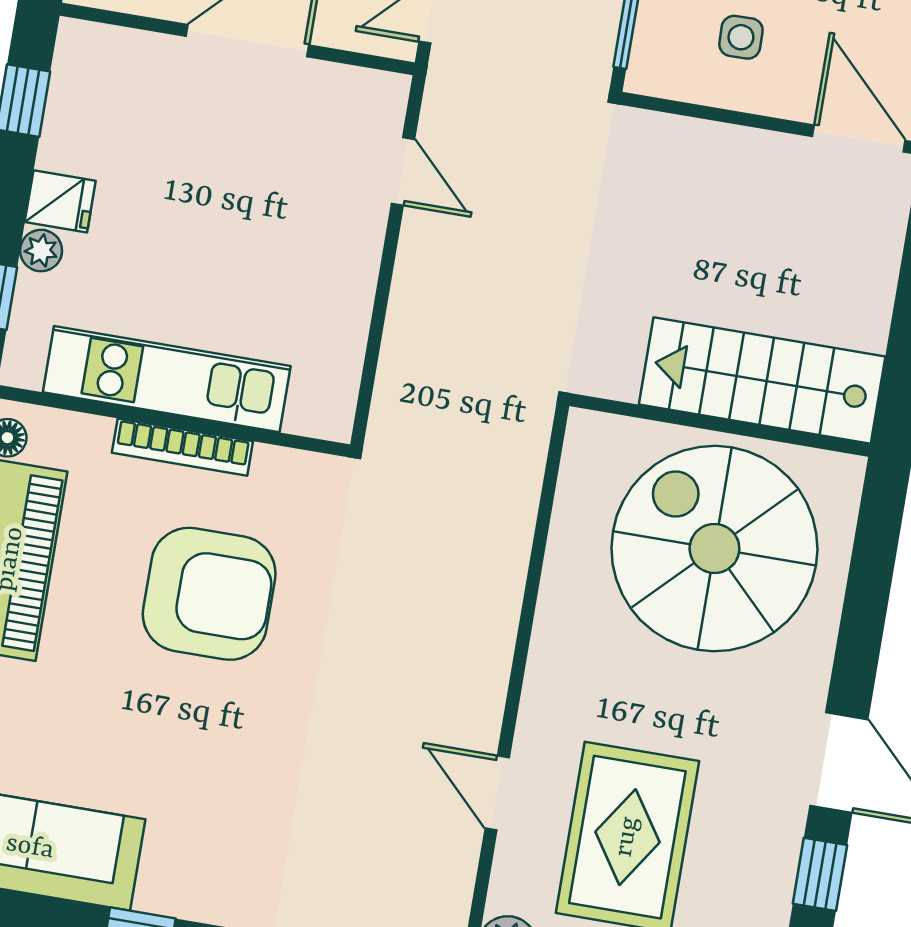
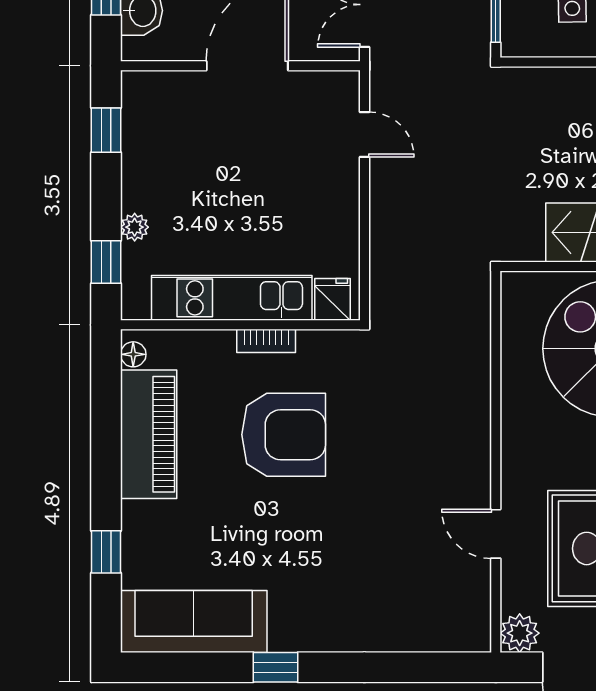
fridge: (60, 201) -> (332, 299), moved, turned -90
bookcase: (182, 447) -> (266, 341), width x0.64

